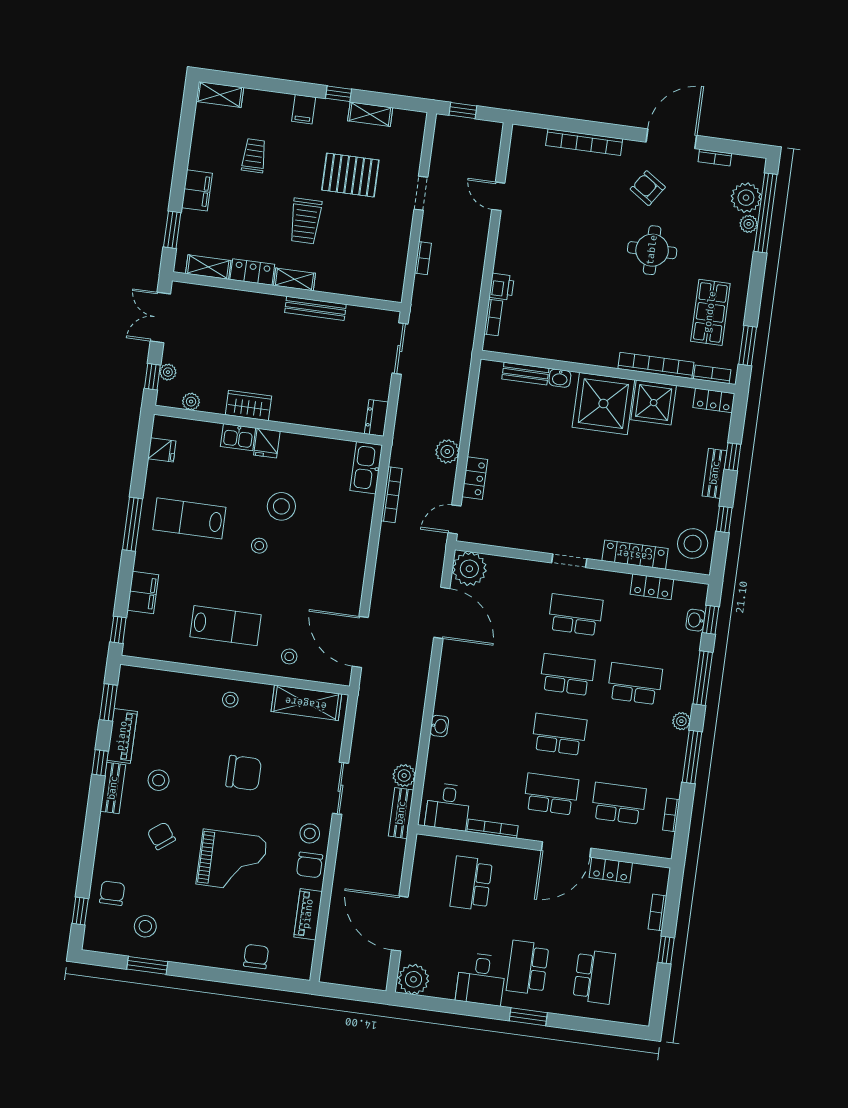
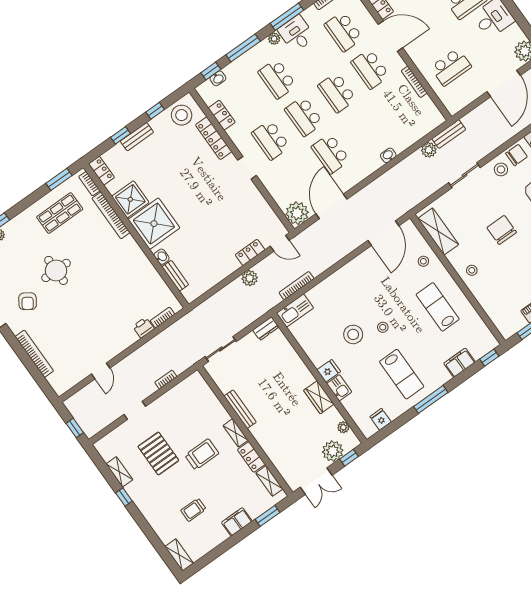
filing cabinet: (304, 109) -> (148, 507), removed
plant: (168, 372) -> (333, 451), width x1.87, depth x1.87
school desk: (500, 665) -> (331, 154), added
desk: (448, 807) -> (296, 34), moved, turned -90

